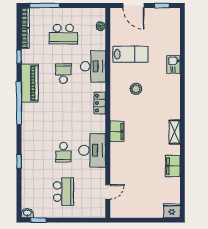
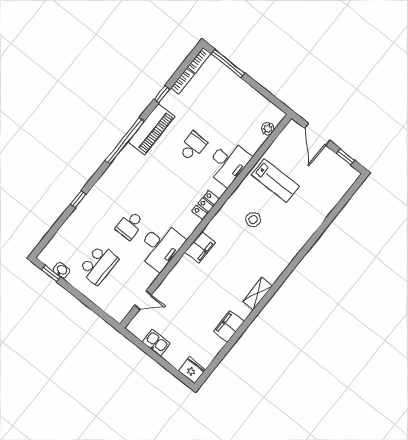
school desk: (63, 34) -> (224, 107), removed
kitchen sink: (173, 64) -> (156, 343), moved, turned 90
washbasin: (27, 213) -> (62, 270), moved

